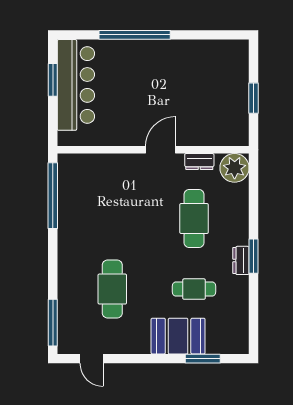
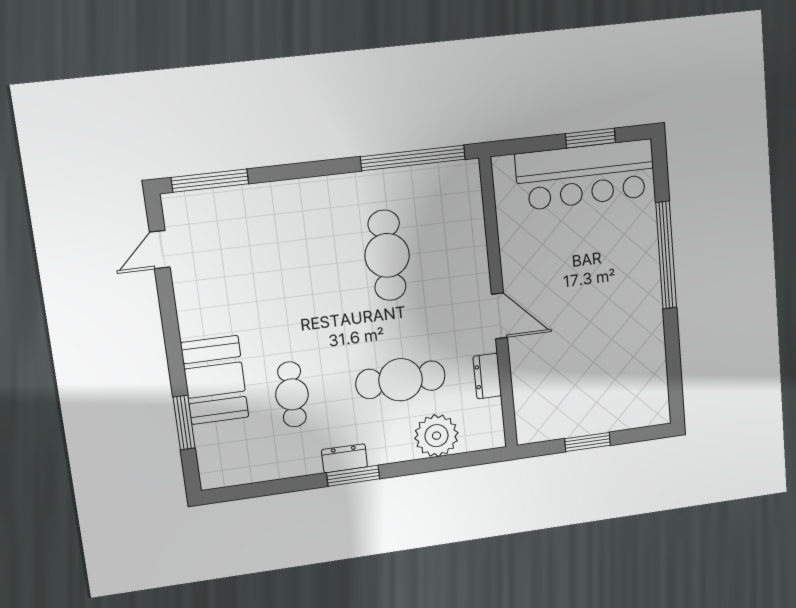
plant: (235, 168) -> (436, 436), moved
cafe table: (112, 289) -> (387, 255), moved, turned 90

